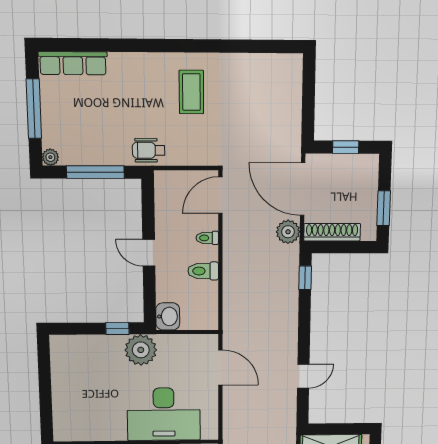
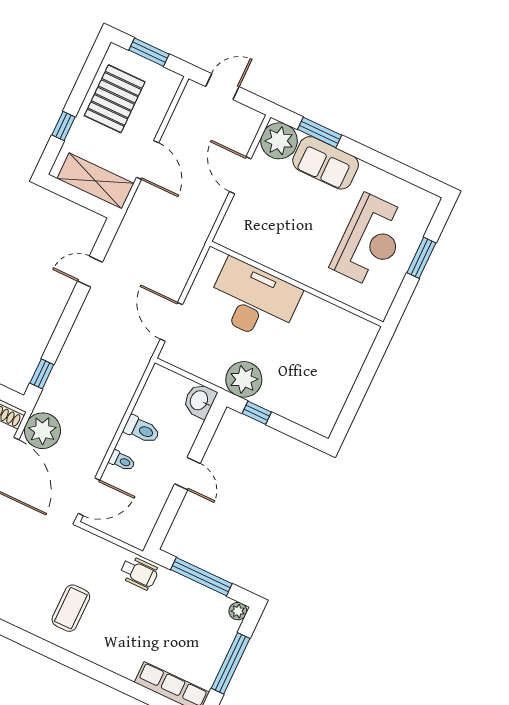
plant: (288, 232) -> (42, 431), width x1.36, depth x1.36

